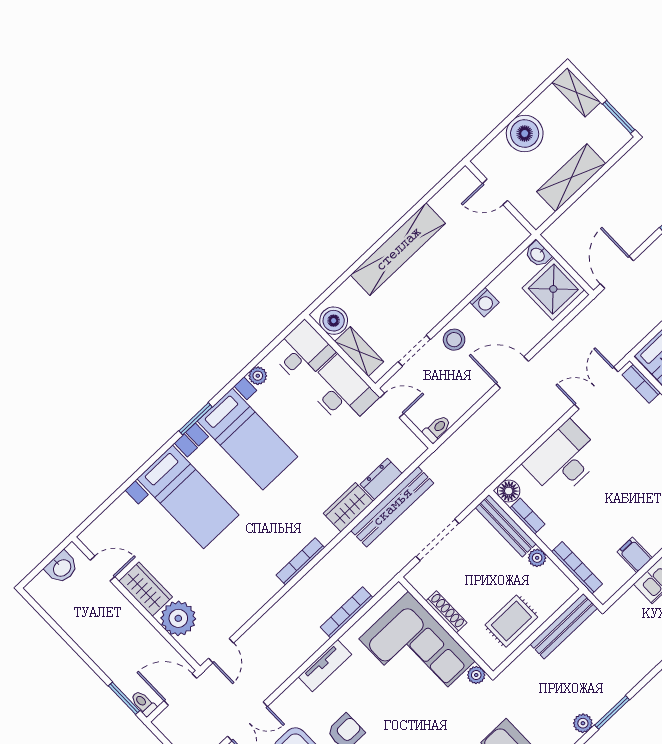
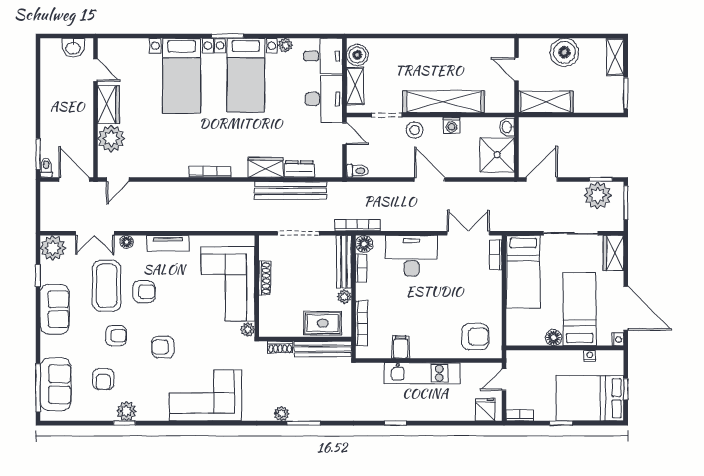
shelving: (571, 178) -> (546, 102), moved
shelving: (398, 249) -> (444, 102), moved
bookcase: (347, 612) -> (357, 225), moved
rug: (511, 621) -> (323, 323), moved
shoe rack: (522, 662) -> (280, 347), added
floor lamp: (285, 701) -> (127, 242), added

